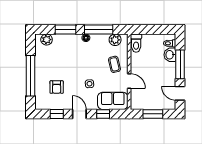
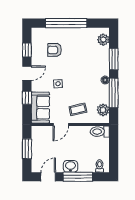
washbasin: (170, 55) -> (70, 166), moved

